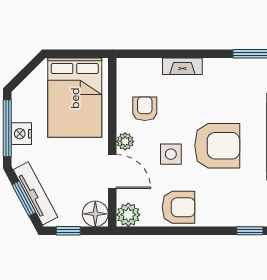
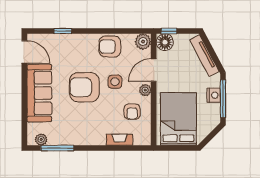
fireplace: (182, 66) -> (120, 140), moved
door: (112, 172) -> (154, 70), hinge flipped
window: (24, 199) -> (212, 52), removed
window: (68, 231) -> (169, 31), moved

